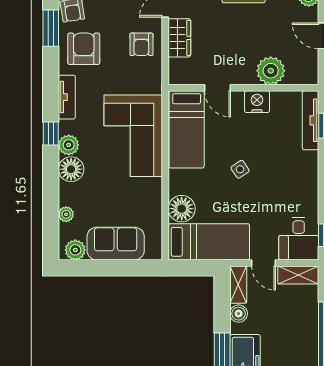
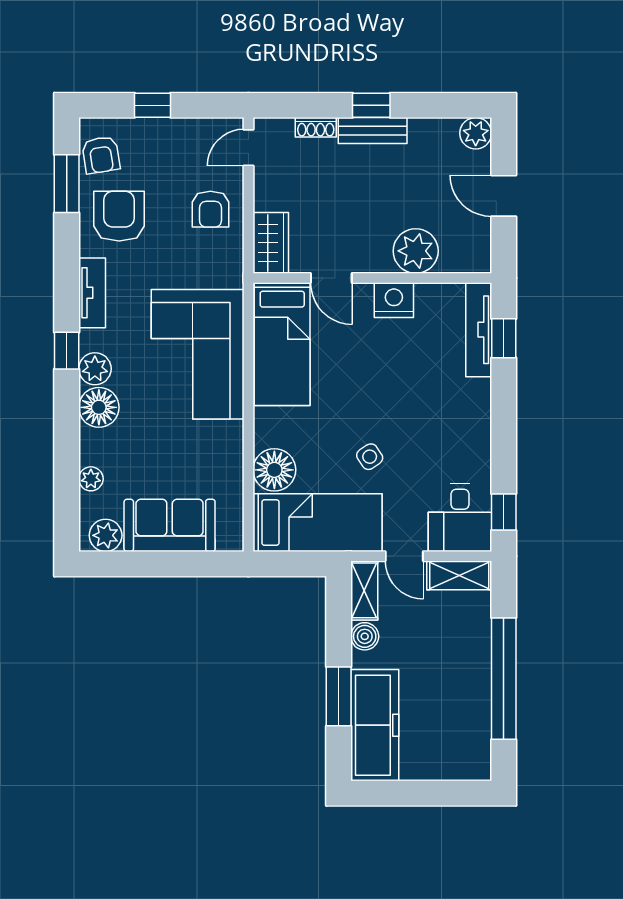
wardrobe: (179, 38) -> (271, 243), moved
side table: (240, 169) -> (370, 457), moved

